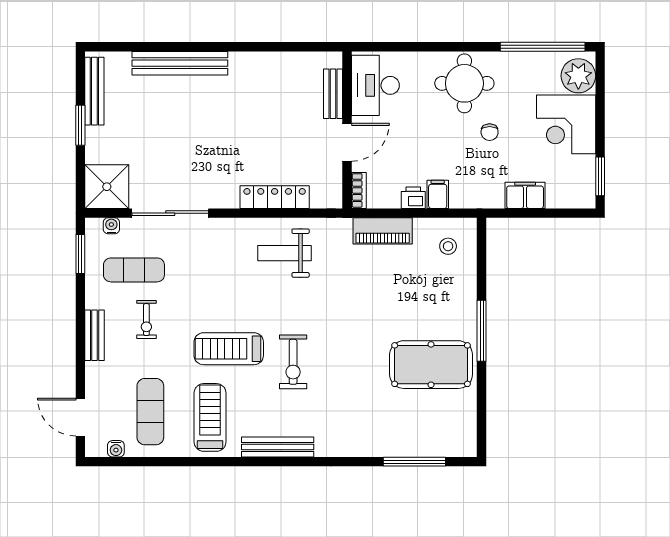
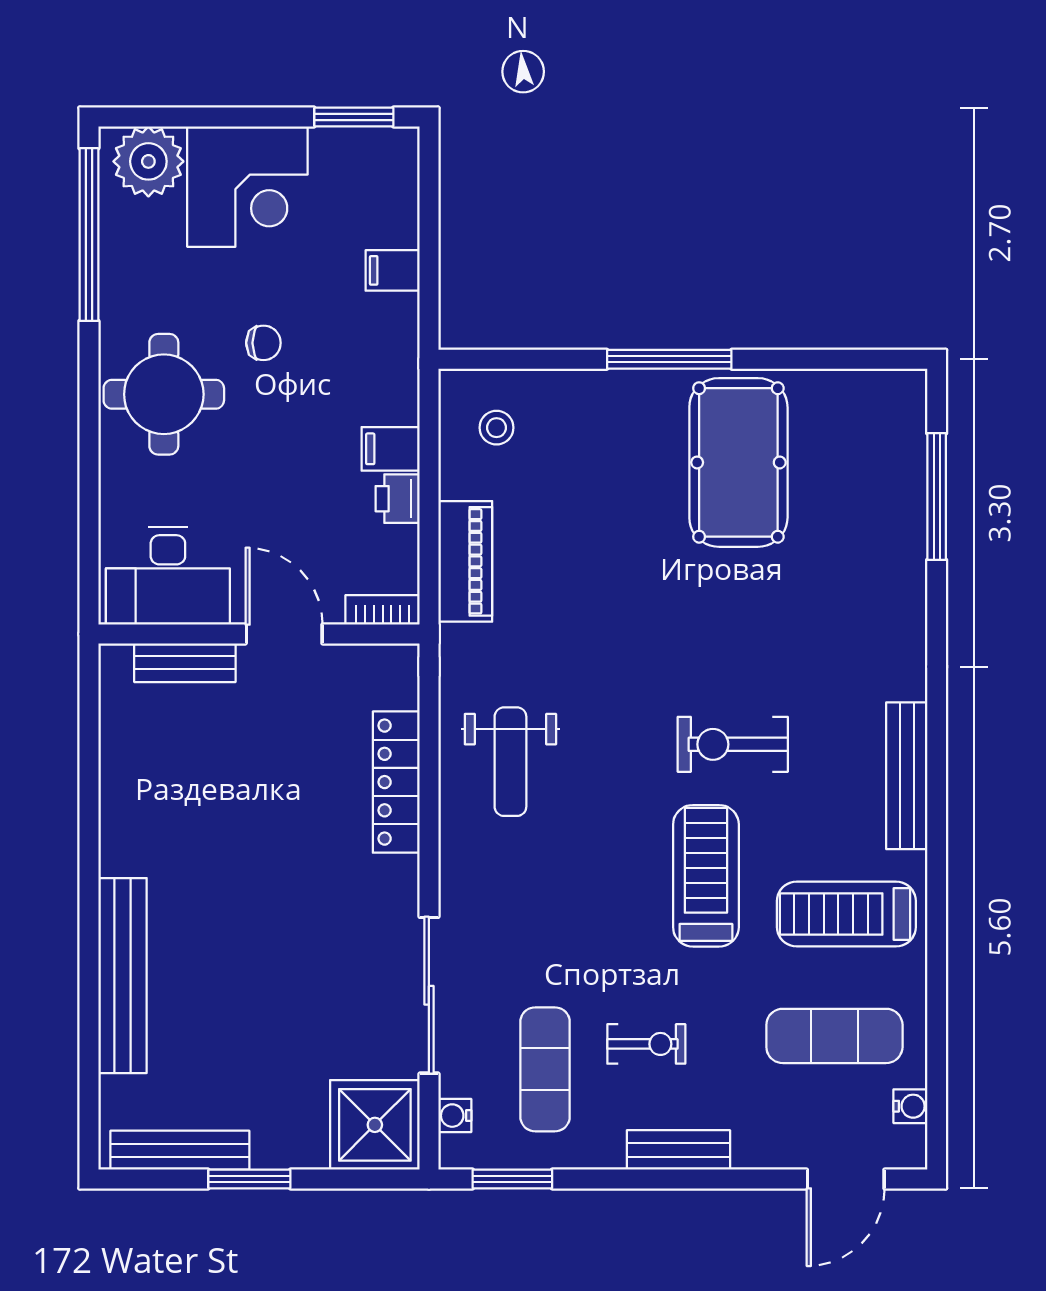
filing cabinet: (525, 195) -> (393, 270), width x0.50
treadmill: (229, 349) -> (706, 876), turned 180
exercise bike: (293, 362) -> (733, 744), turned 180

